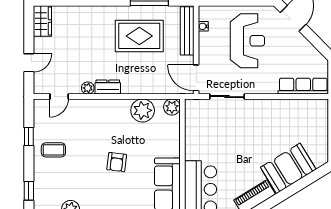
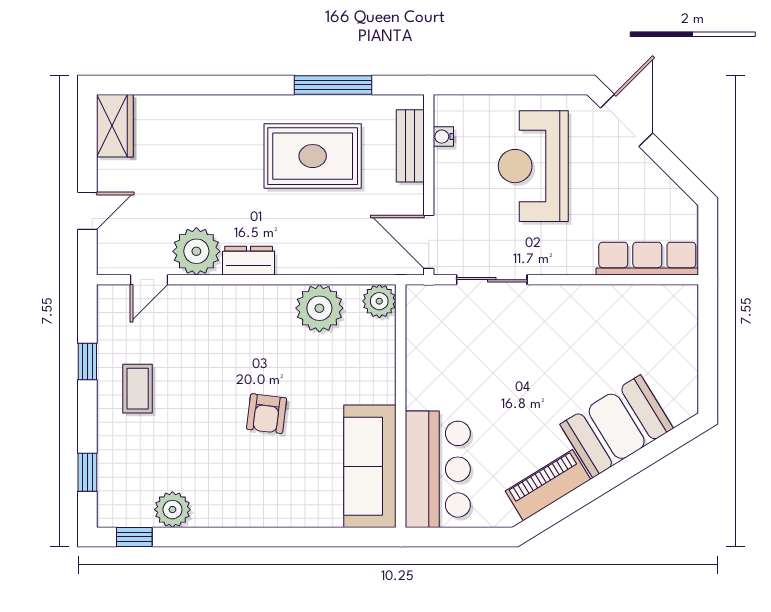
bench: (187, 31) -> (410, 146), width x0.73
reception desk: (247, 41) -> (533, 166), turned 180
plant: (88, 88) -> (196, 251), width x1.87, depth x1.87
coffee table: (53, 150) -> (138, 389), turned 90

